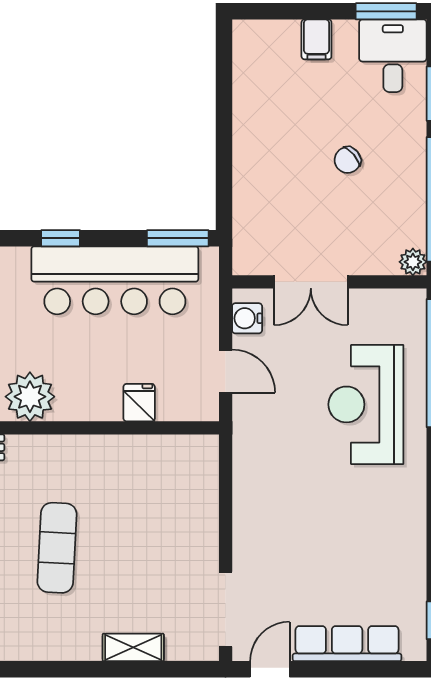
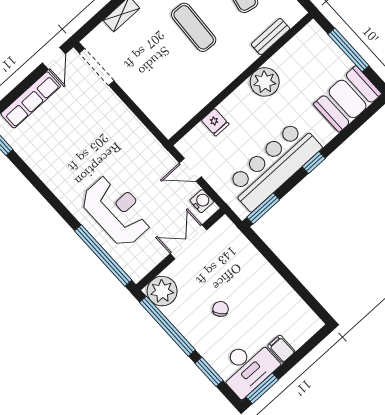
desk: (393, 56) -> (247, 367), width x1.37
plant: (413, 262) -> (162, 291), width x1.88, depth x1.88

